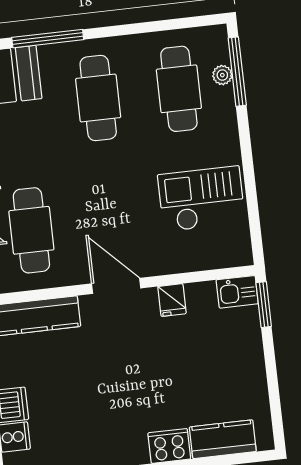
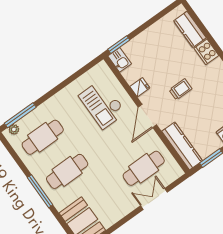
window: (48, 39) -> (40, 191), moved
plant: (222, 75) -> (14, 129), moved
checkout: (201, 199) -> (102, 104), moved
trolley: (130, 367) -> (180, 89), added

